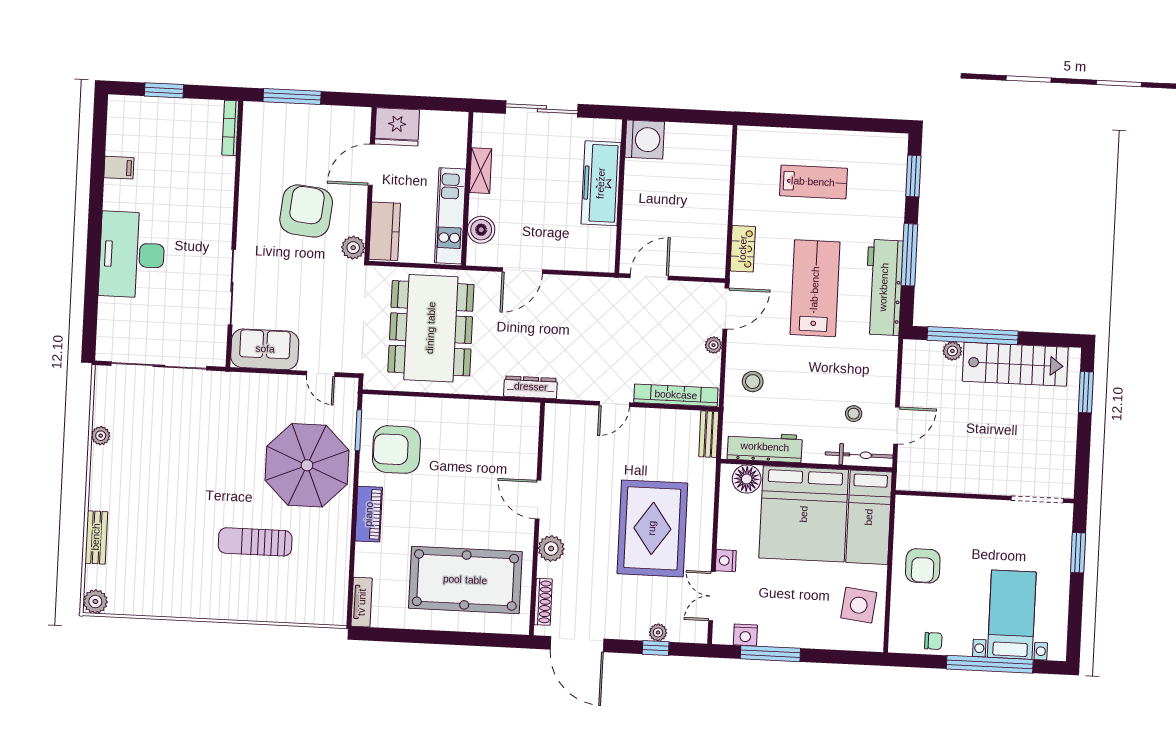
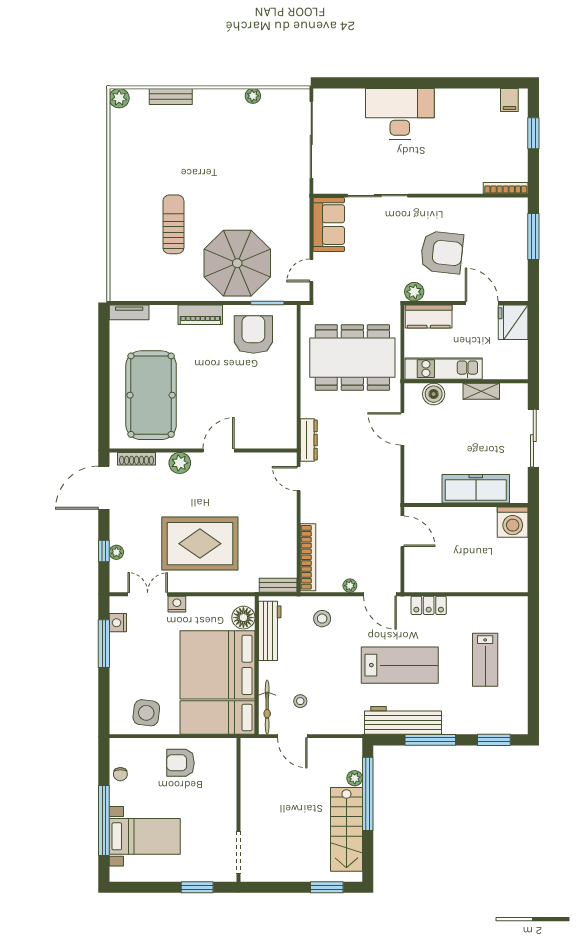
filing cabinet: (119, 168) -> (509, 100), moved
door: (614, 404) -> (299, 479), moved

